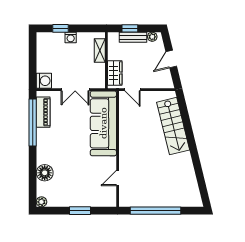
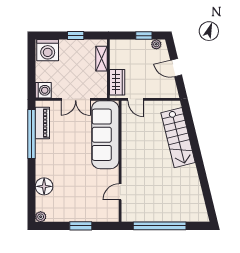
window: (60, 28) -> (76, 36), moved
window: (130, 28) -> (144, 36), moved
bench: (133, 37) -> (136, 45), removed
washing machine: (71, 38) -> (48, 50), moved, width x1.89, depth x1.89
door: (171, 59) -> (176, 68), hinge flipped

